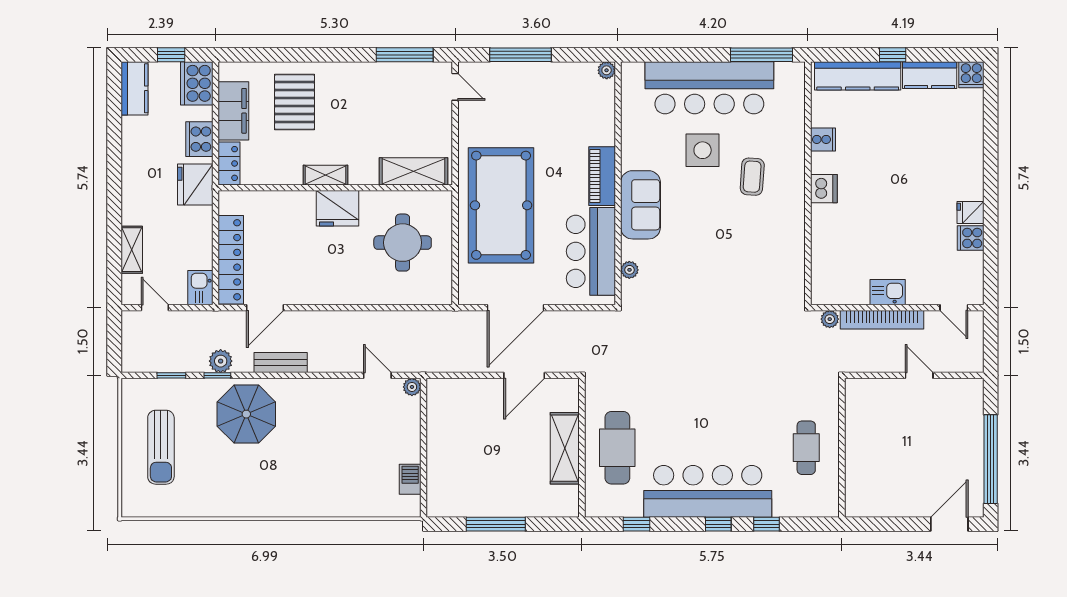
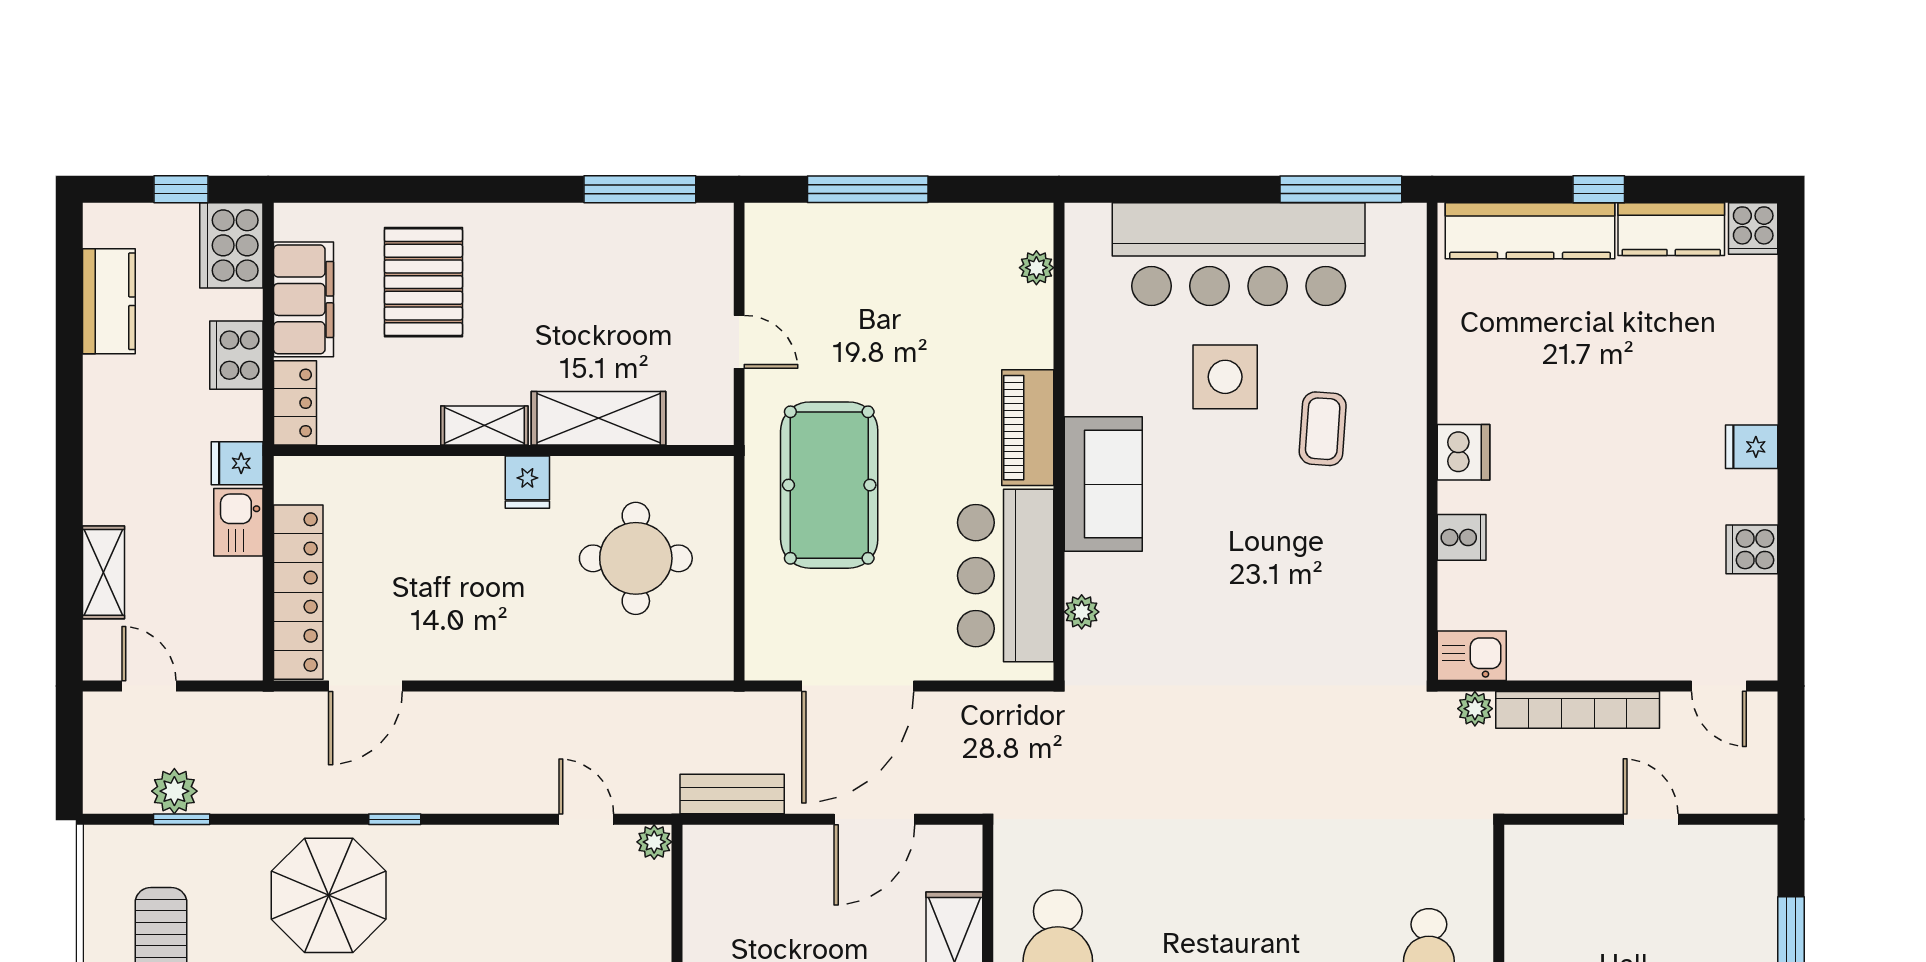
plant: (607, 70) -> (1036, 268), moved
door: (455, 87) -> (739, 342), moved
kitchen counter: (134, 88) -> (109, 301), moved
cooker: (823, 139) -> (1462, 537), moved
shelving: (413, 171) -> (599, 418), moved
fridge: (195, 184) -> (237, 463), width x0.53, depth x0.75
pool table: (501, 205) -> (829, 485), width x0.73, depth x0.76
fridge: (337, 208) -> (527, 482), width x0.53, depth x0.75
fridge: (971, 213) -> (1752, 447), moved
kitchen sink: (200, 288) -> (238, 522), moved
kitchen sink: (888, 292) -> (1472, 656), moved
plant: (221, 361) -> (174, 791), moved
bench: (281, 363) -> (732, 794), moved
window: (217, 375) -> (395, 819), moved

